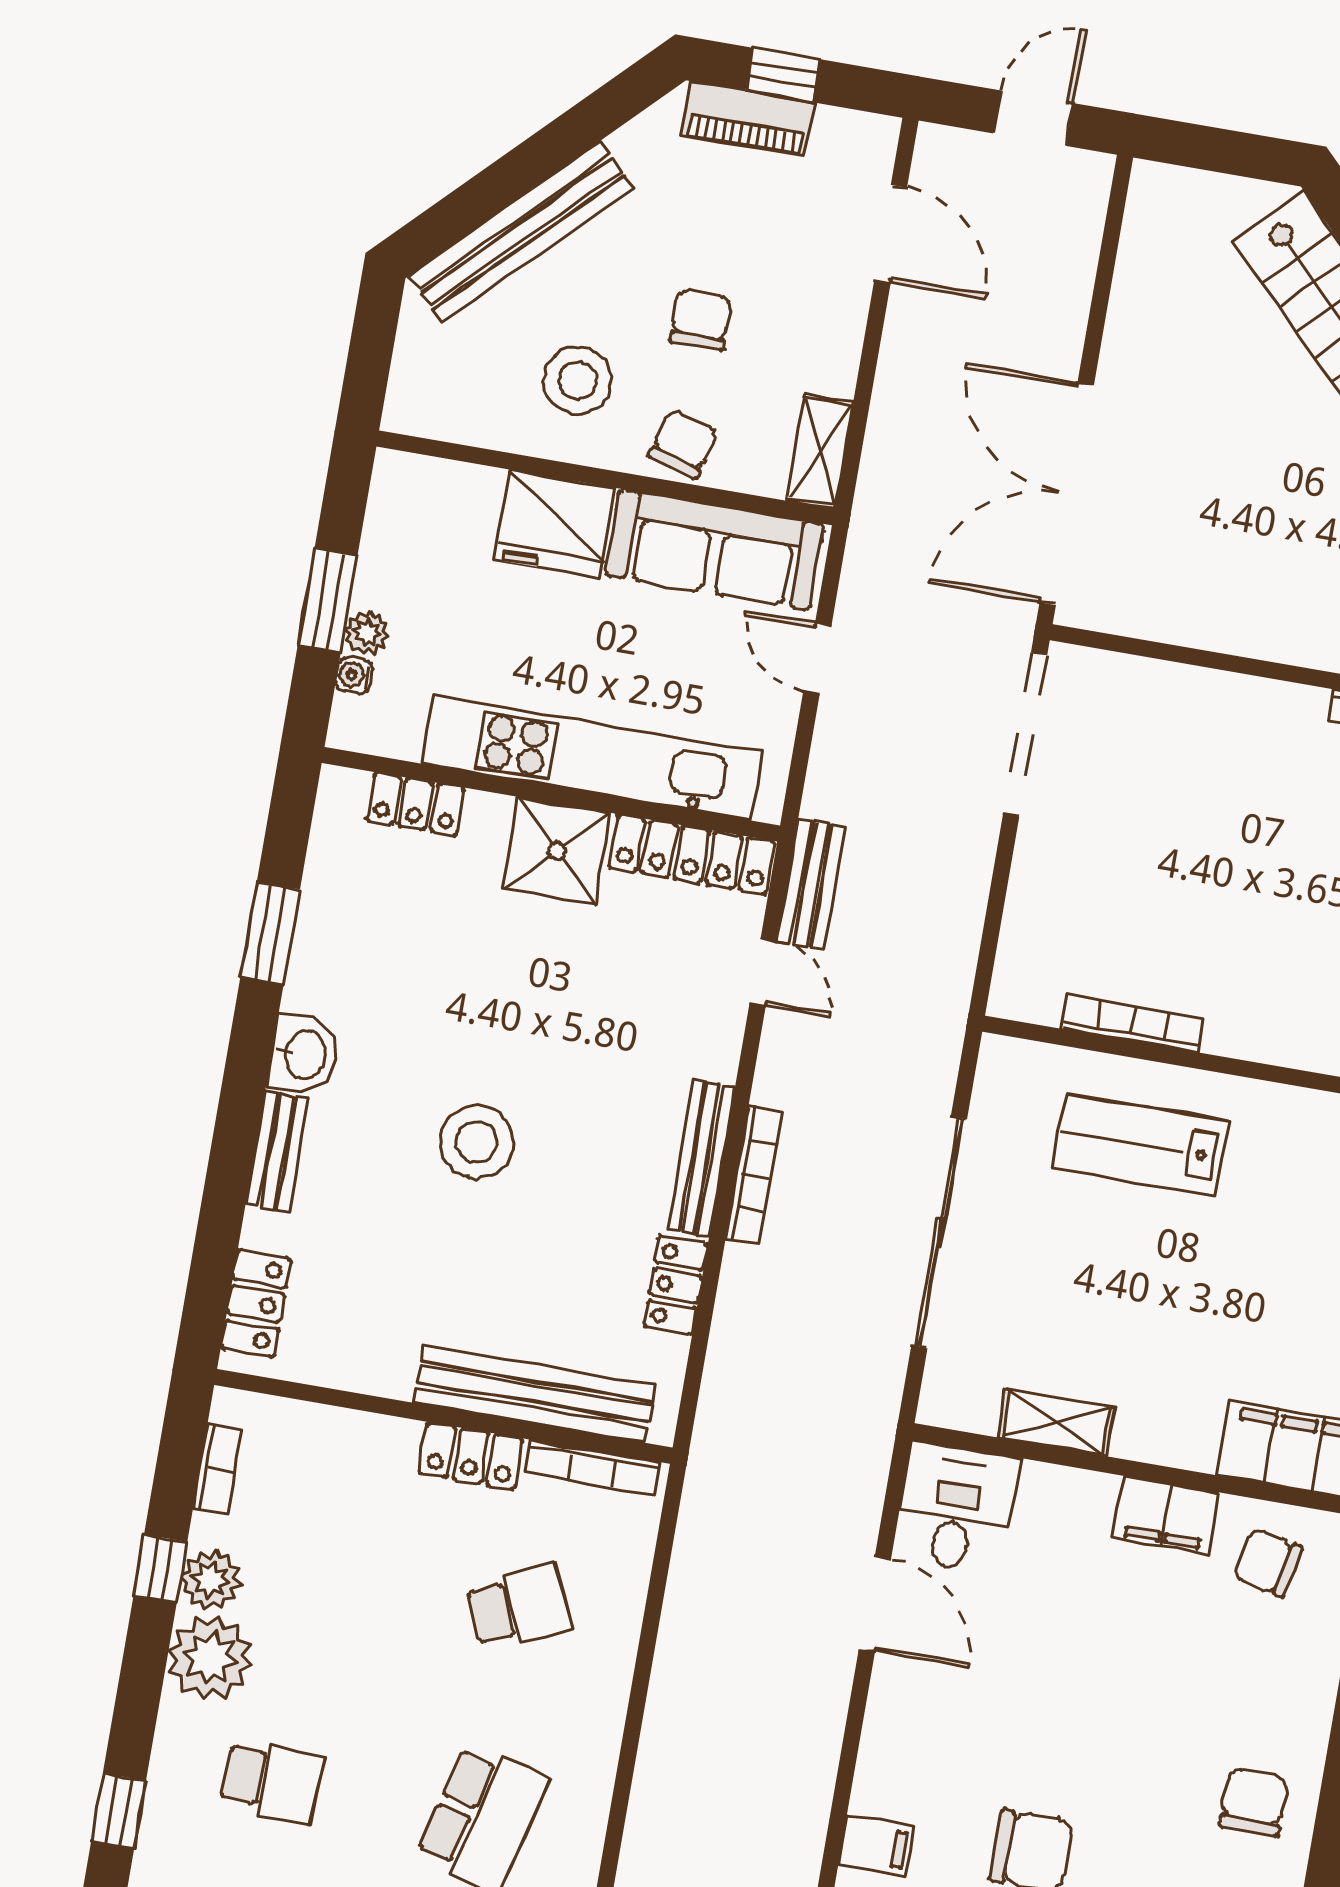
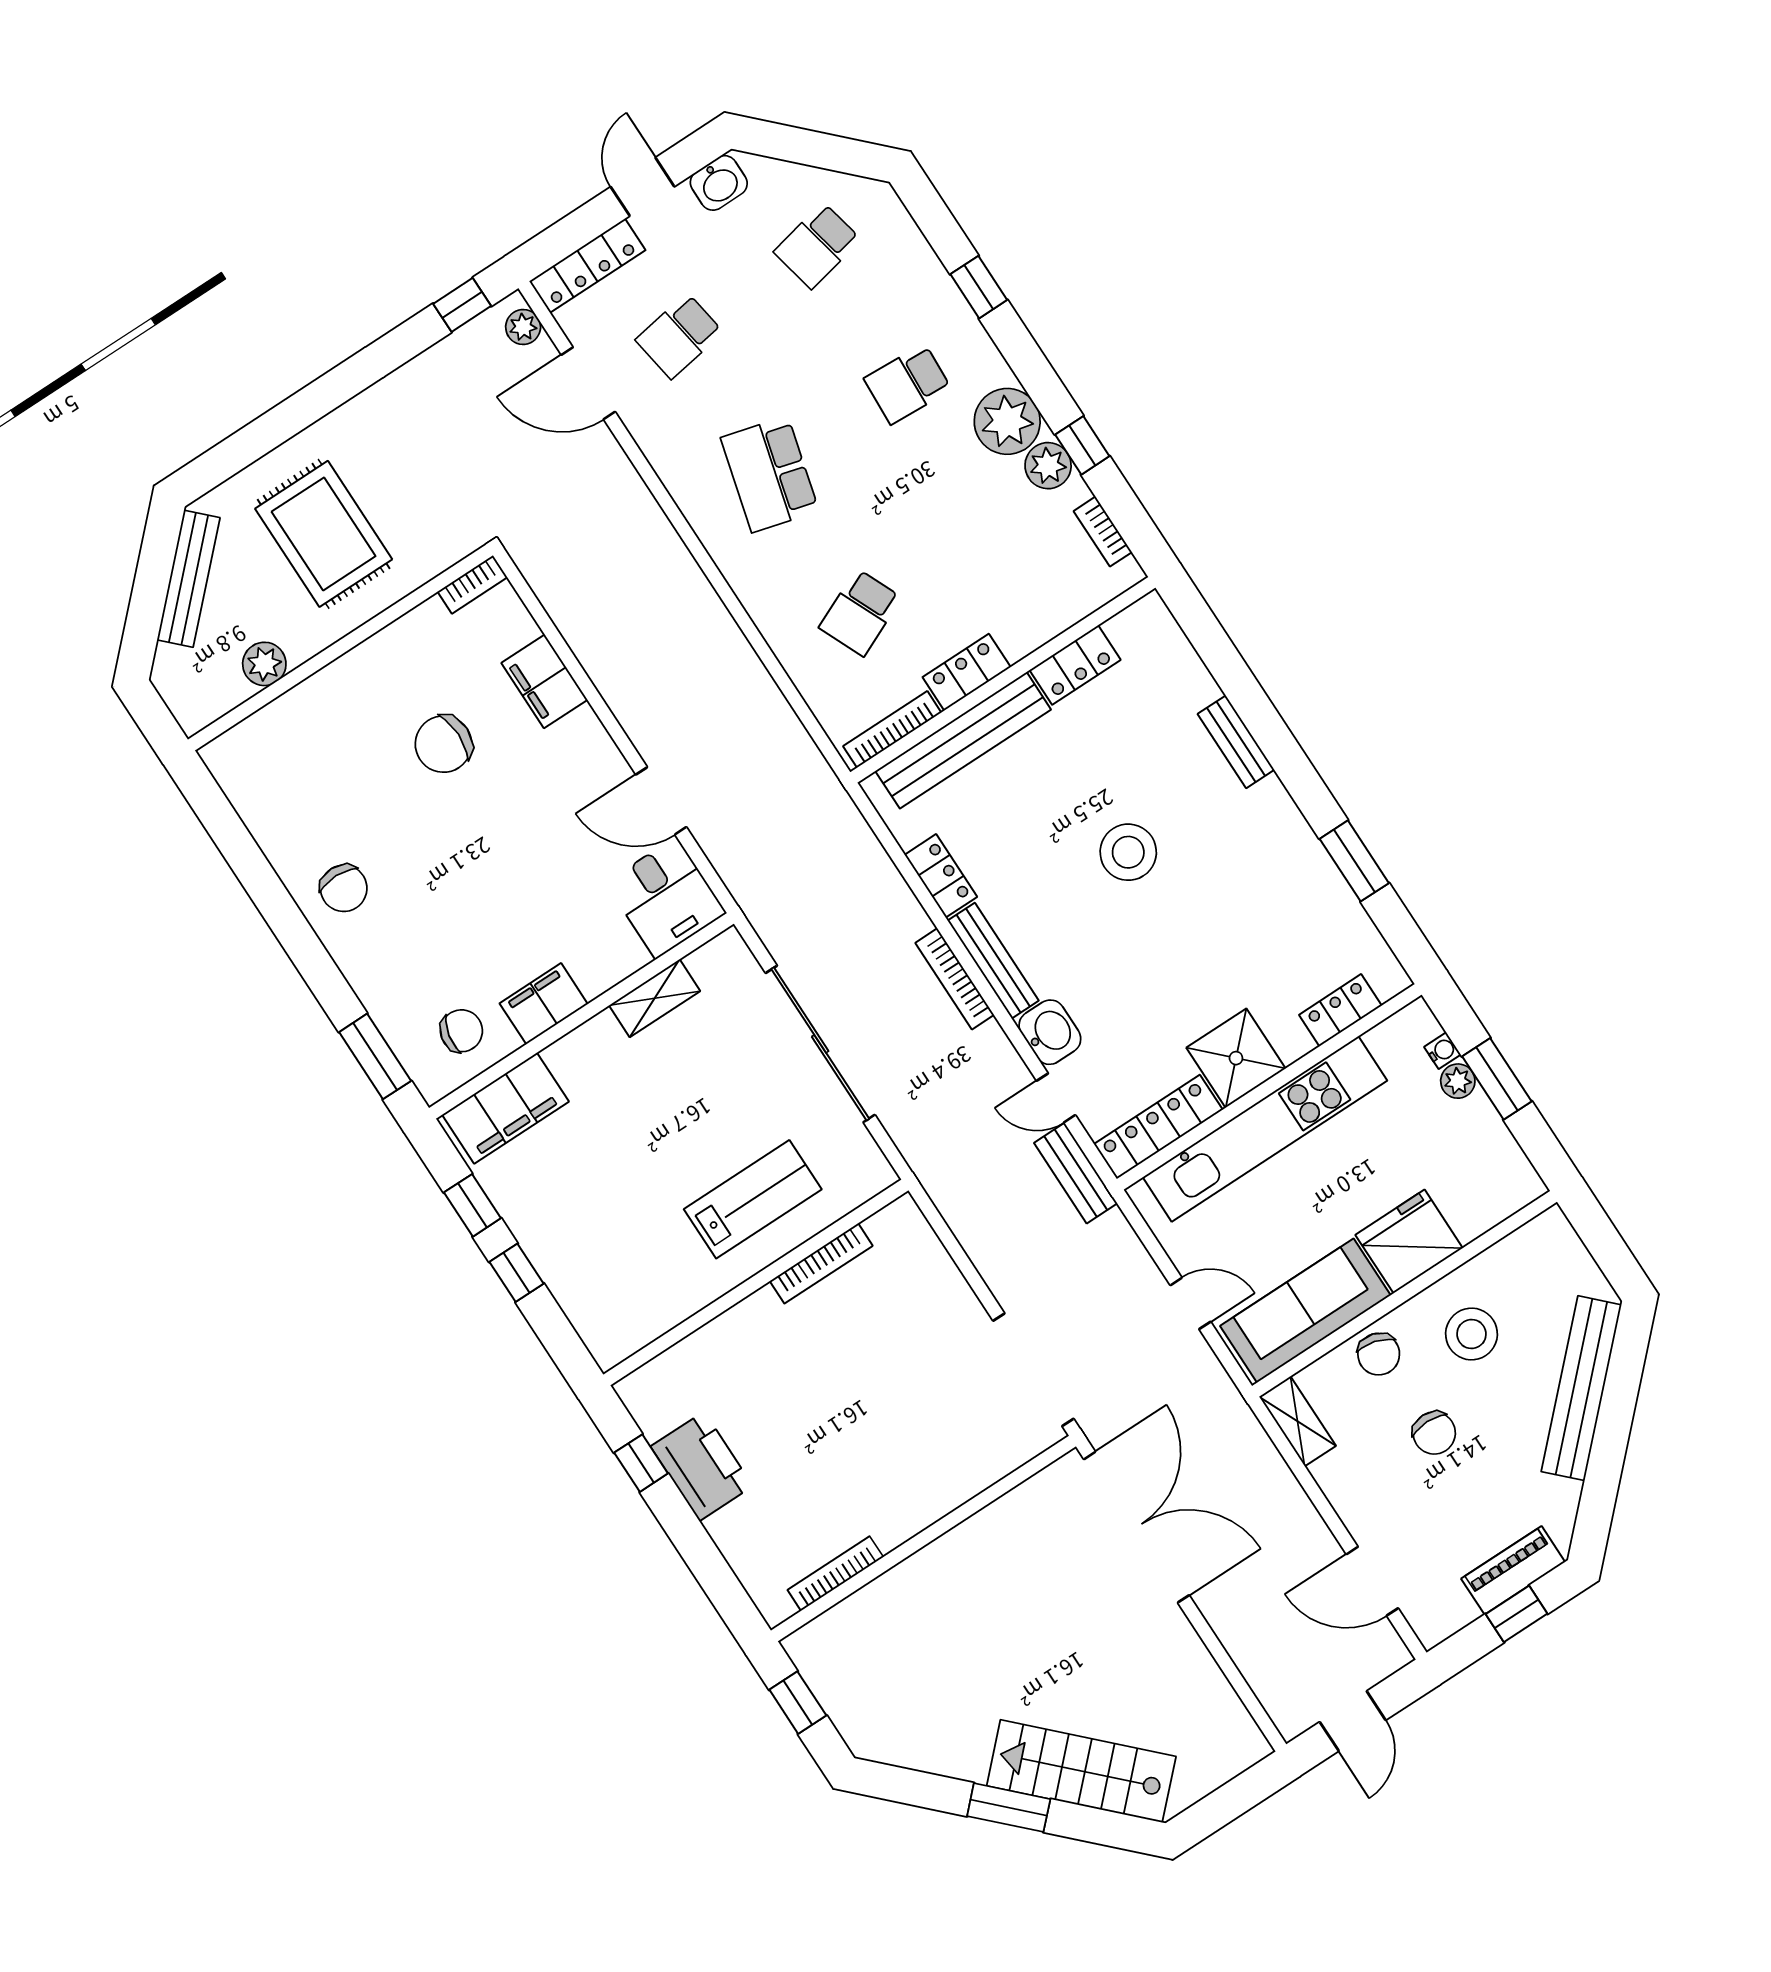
washbasin: (304, 1055) -> (1050, 1032), moved, turned 180
locker: (256, 1304) -> (1075, 665), moved, turned -90
filing cabinet: (876, 1846) -> (544, 681), width x2.00

